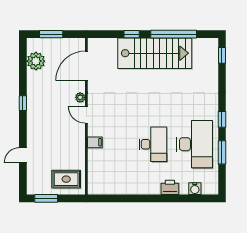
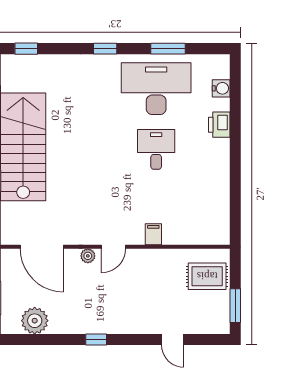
window: (222, 119) -> (105, 49), moved
desk: (153, 144) -> (156, 149), width x0.73
rug: (66, 179) -> (207, 276), turned 90

